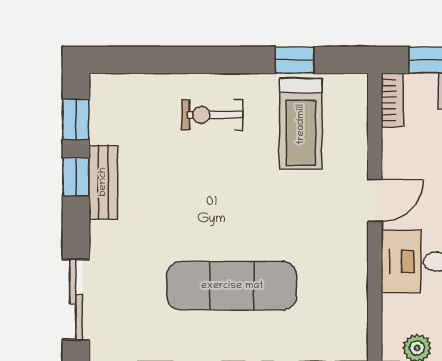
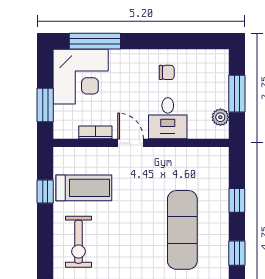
bookcase: (392, 100) -> (95, 132), moved
exercise bike: (212, 115) -> (79, 242), width x1.38, depth x1.39

